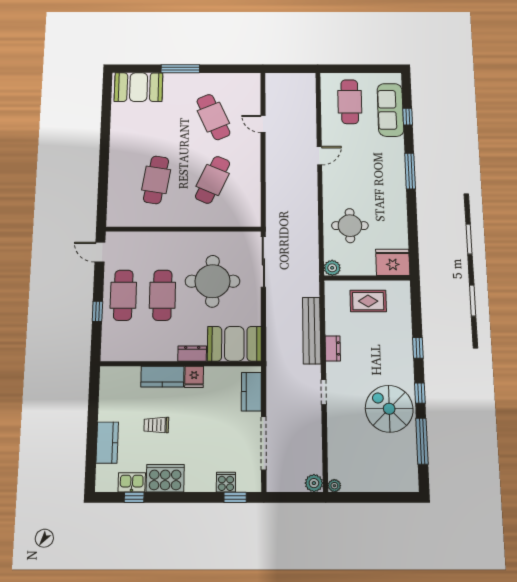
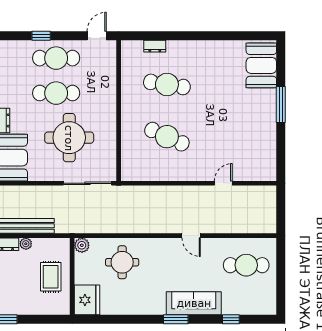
sofa: (390, 110) -> (194, 303), moved
cafe table: (213, 117) -> (230, 137), removed
window: (410, 171) -> (176, 319), width x0.69
dresser: (114, 192) -> (155, 46), added
plant: (332, 328) -> (26, 244), added

